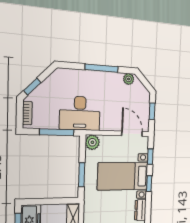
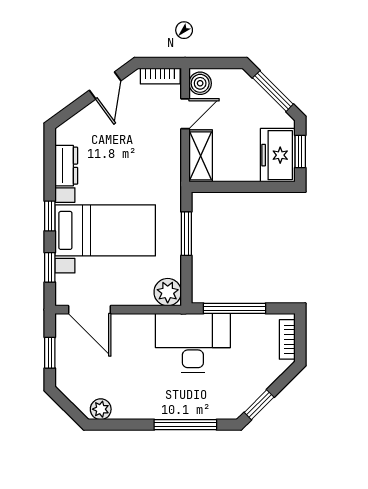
window: (102, 68) -> (185, 425), moved
window: (32, 87) -> (259, 405), moved

